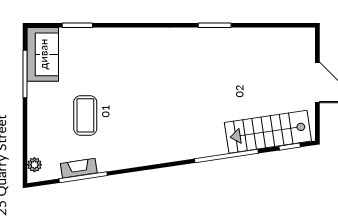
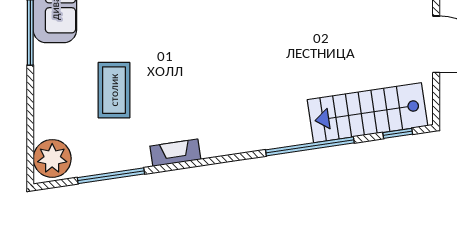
plant: (34, 165) -> (52, 158), width x1.88, depth x1.88
fireplace: (79, 168) -> (175, 153), moved

